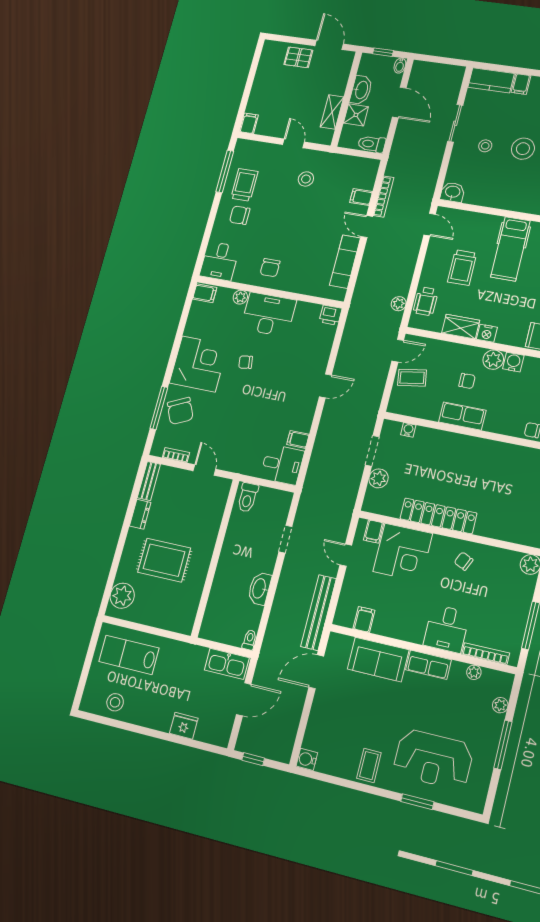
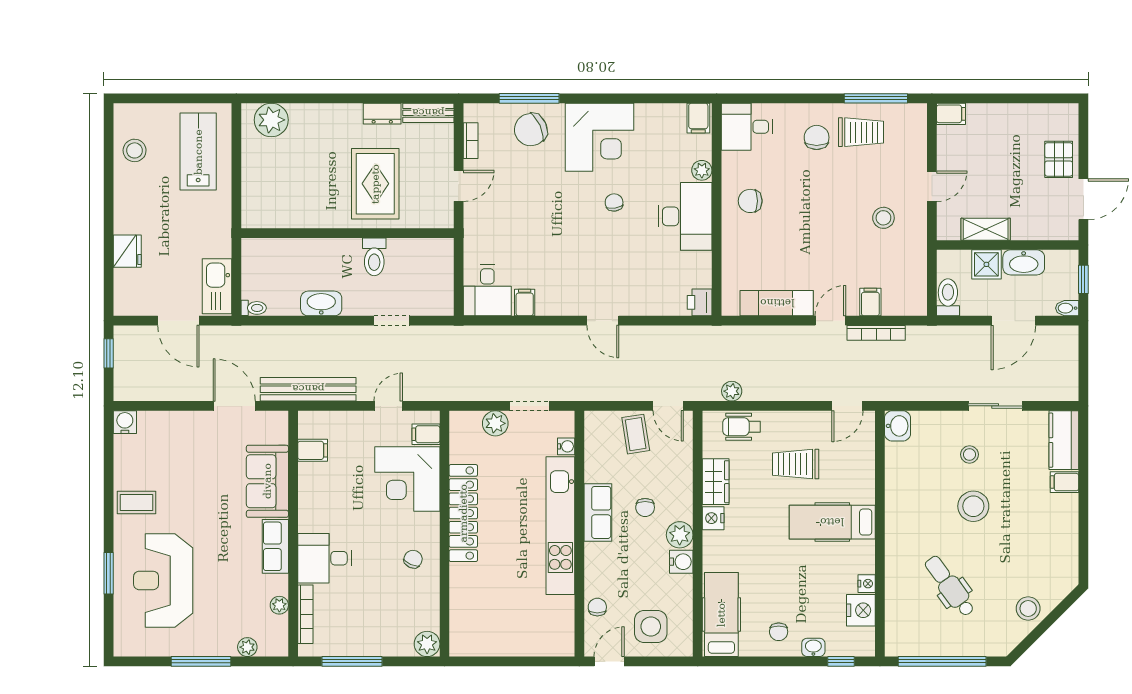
kitchen unit: (465, 446) -> (560, 526), added
toilet: (248, 497) -> (374, 257), moved, turned -90
rug: (164, 560) -> (375, 184), moved

